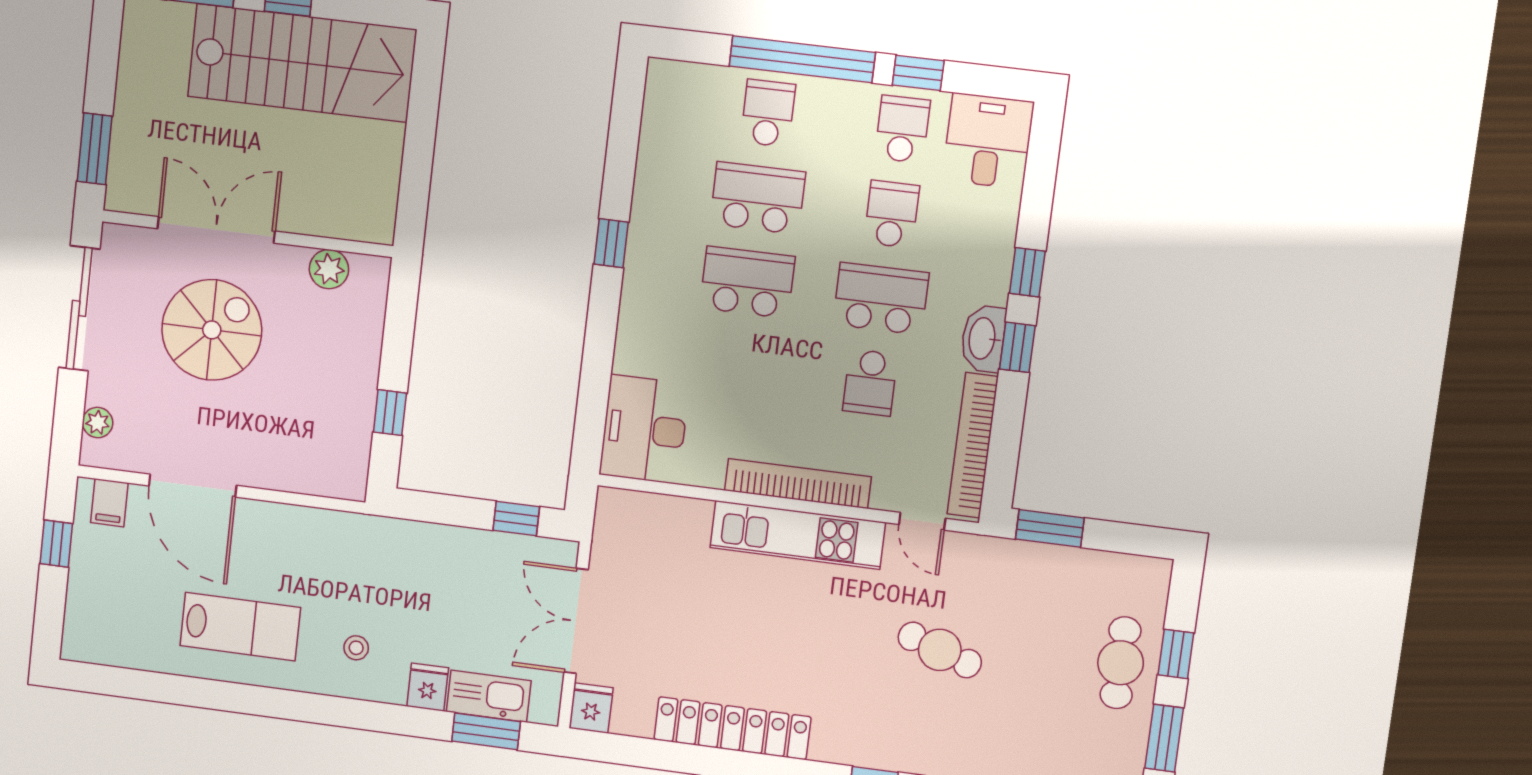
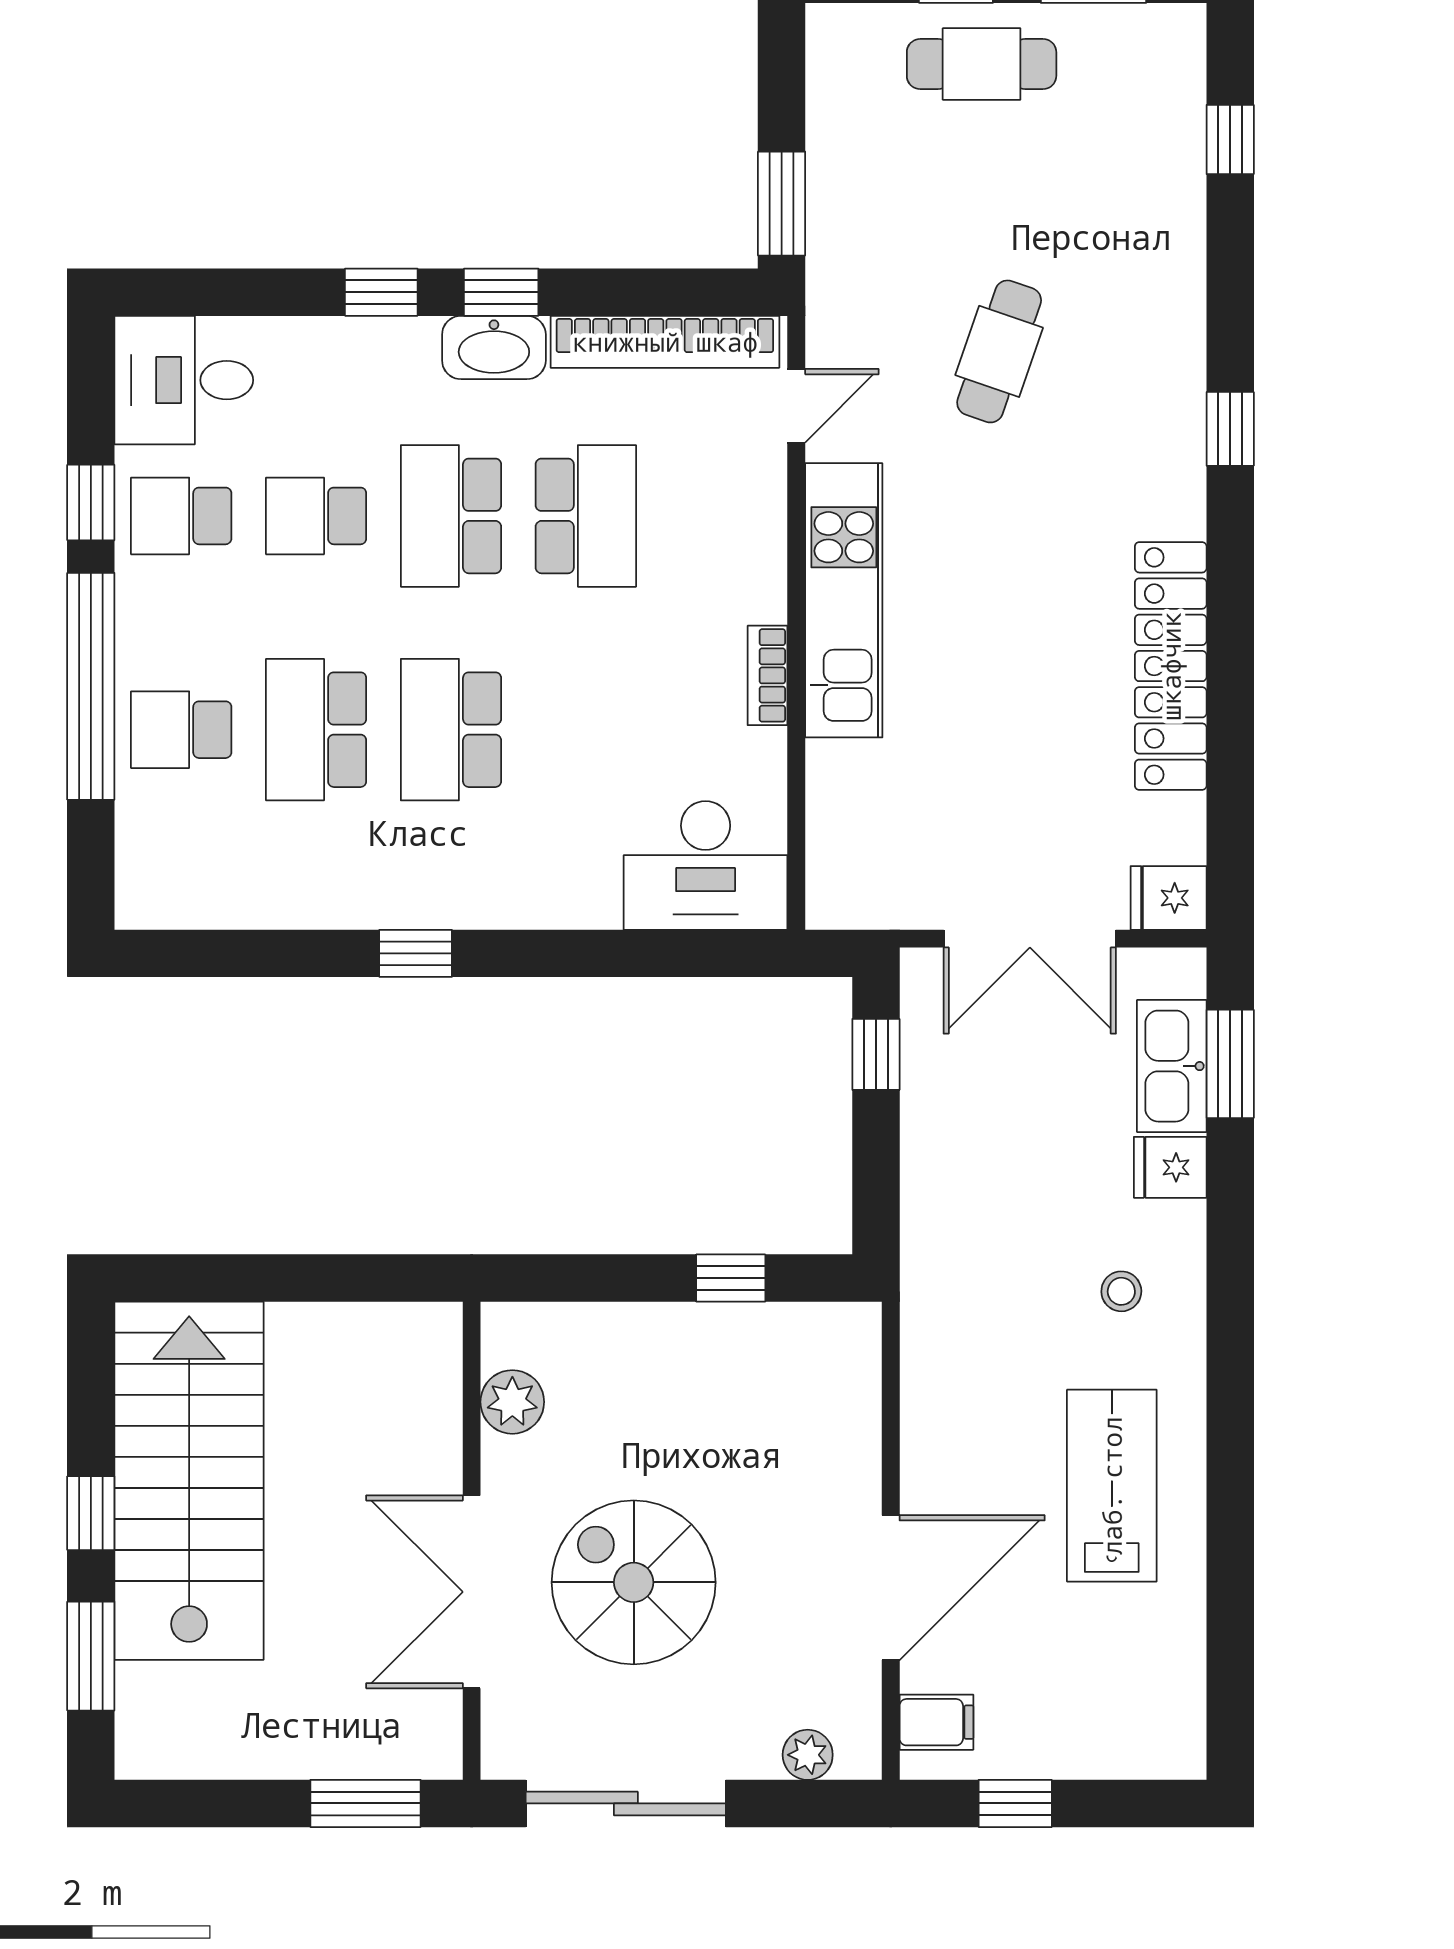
school desk: (870, 383) -> (586, 516), width x1.85
bookcase: (798, 484) -> (768, 675), width x0.43, depth x0.76

